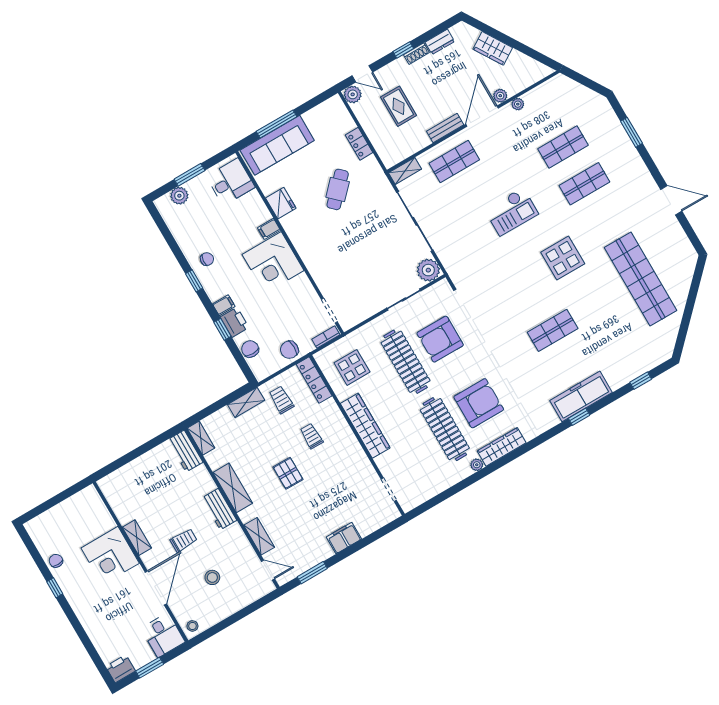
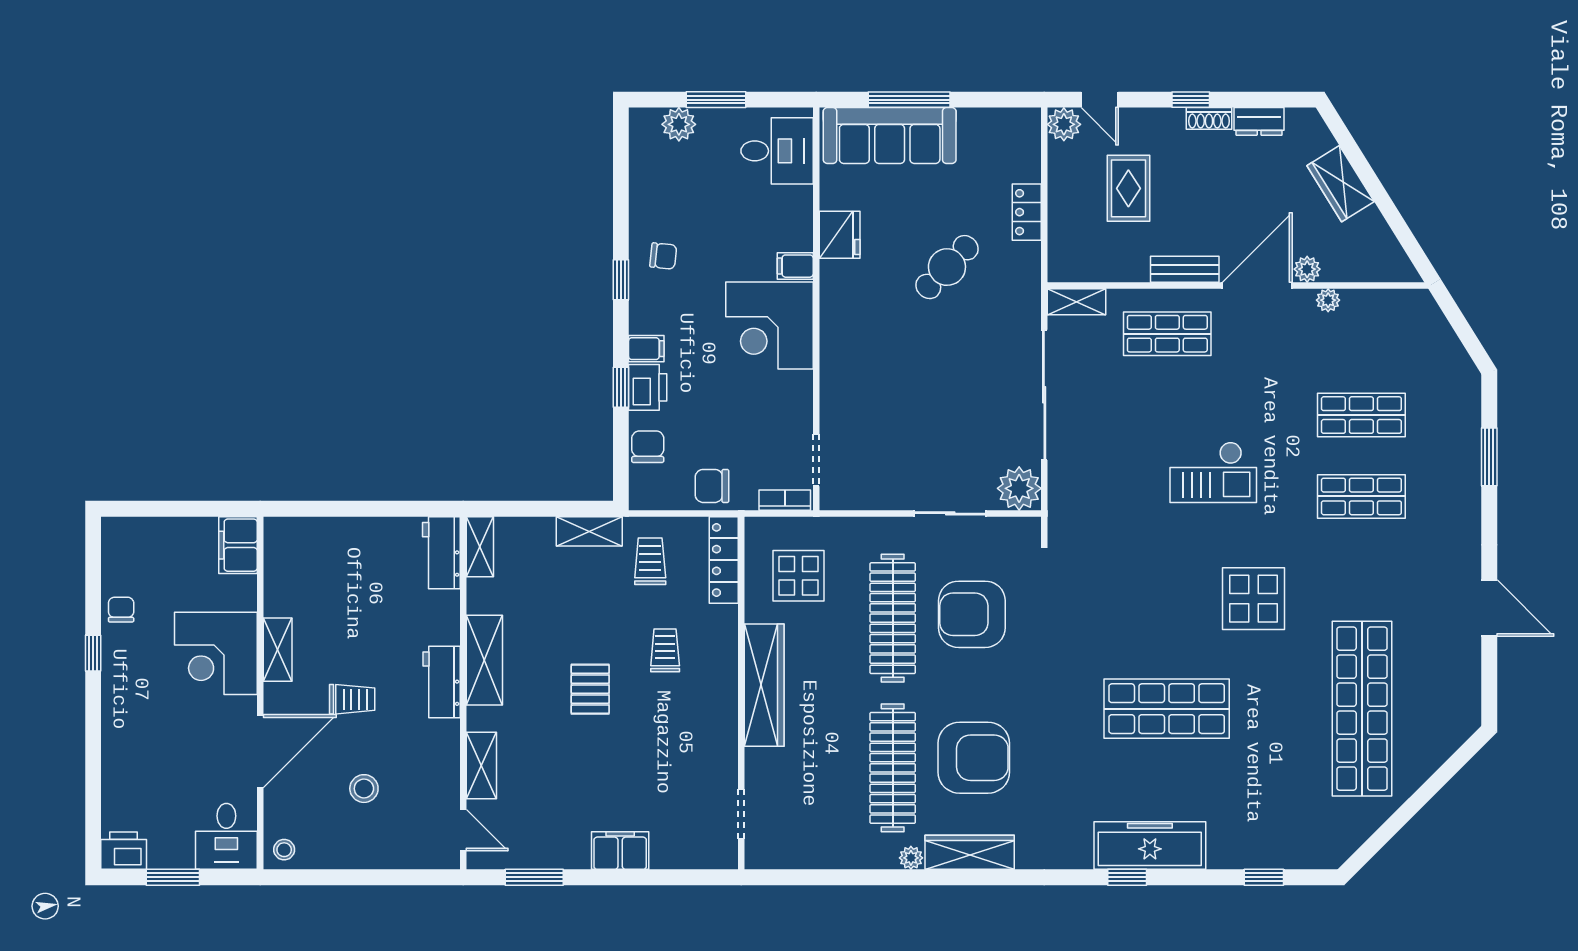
shop shelf: (553, 330) -> (1167, 709), width x1.43, depth x1.36
filing cabinet: (92, 501) -> (238, 545), added

